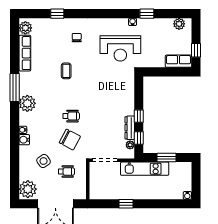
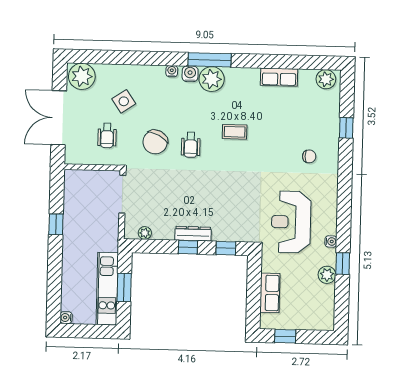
plant: (179, 24) -> (327, 275), moved
row of seats: (25, 53) -> (279, 77), width x0.68
row of seats: (178, 61) -> (270, 293), moved
coffee table: (66, 71) -> (235, 132), moved
window: (15, 88) -> (210, 60), moved
dresser: (130, 128) -> (193, 234), moved
window: (139, 138) -> (226, 248), moved
water cooler: (24, 140) -> (190, 74), moved
kitchen unit: (145, 169) -> (107, 289), moved

